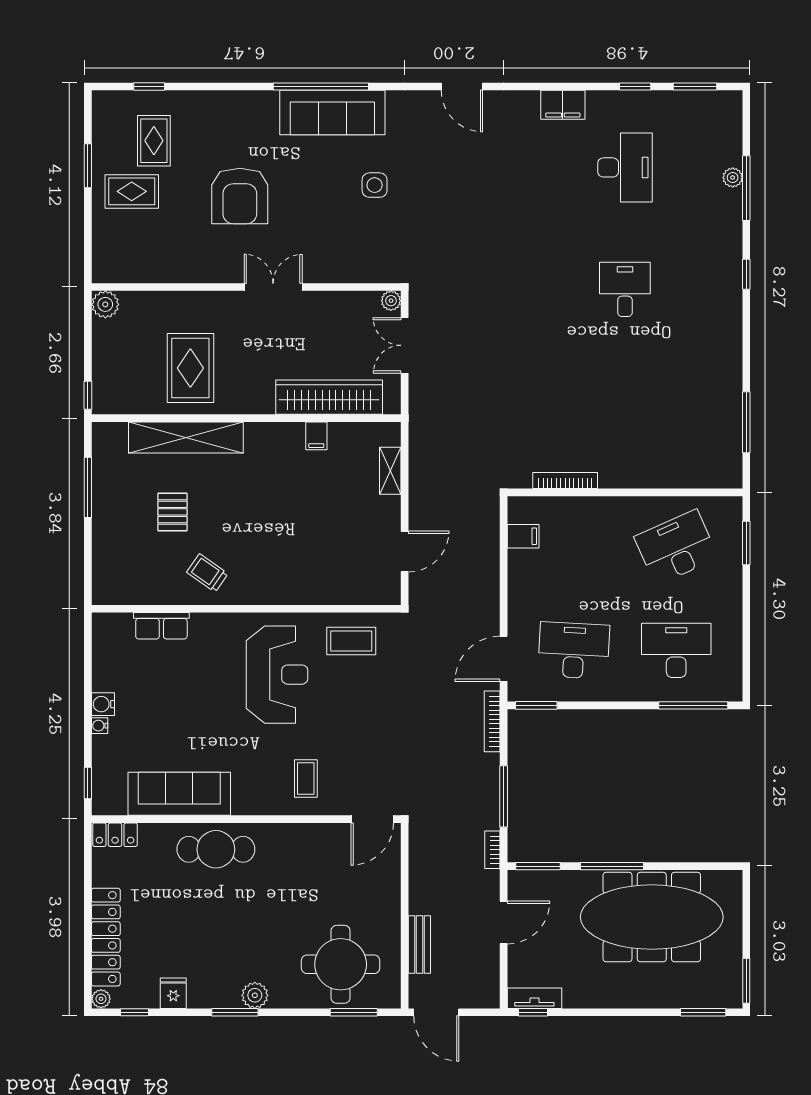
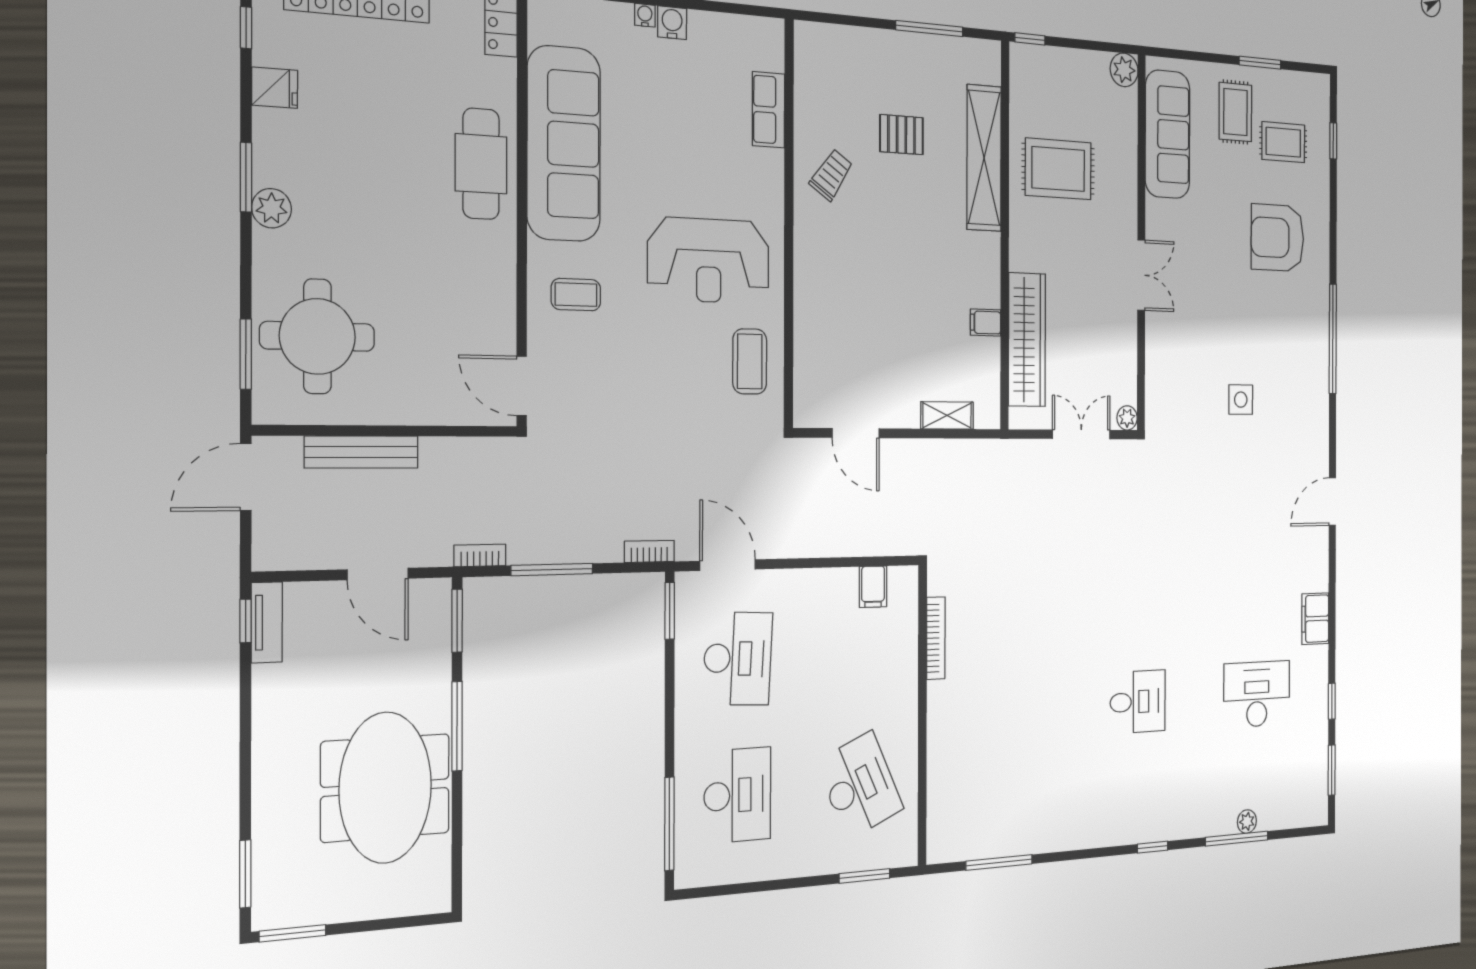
sofa: (332, 112) -> (1167, 134), moved, turned 180
desk: (625, 167) -> (1257, 694), turned 180
armchair: (240, 196) -> (1278, 238), moved
bookcase: (492, 721) -> (649, 551), width x0.64
sofa: (179, 794) -> (564, 144), width x1.36, depth x1.27
meeting table: (652, 917) -> (385, 788), width x0.73
bench: (419, 944) -> (362, 452), width x1.36

